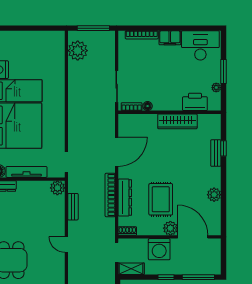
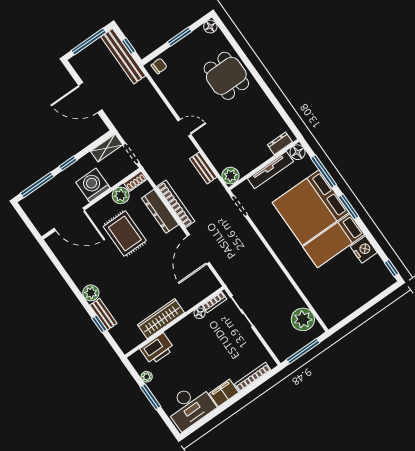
plant: (214, 195) -> (91, 293), moved
plant: (170, 228) -> (121, 195), moved

